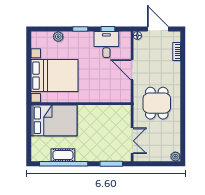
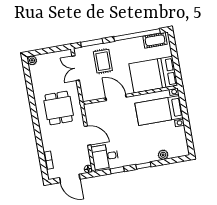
desk: (106, 45) -> (105, 157), moved, turned 90
bed with nightstands: (54, 76) -> (159, 110), width x0.73
door: (96, 104) -> (116, 97), added
rug: (103, 143) -> (103, 61), added
cot: (63, 155) -> (155, 40), moved

